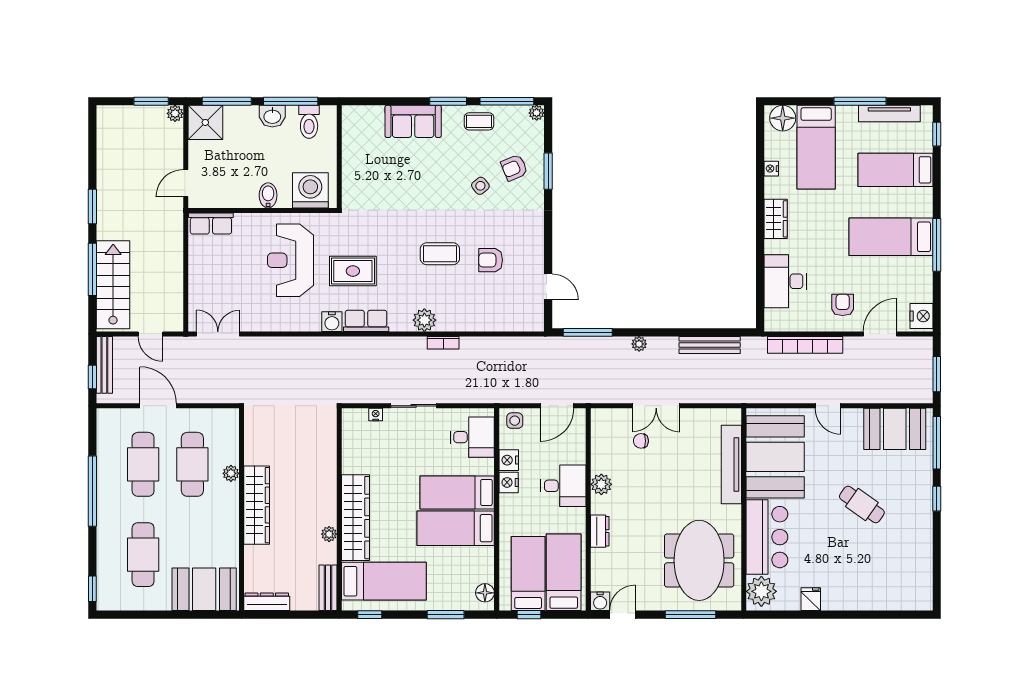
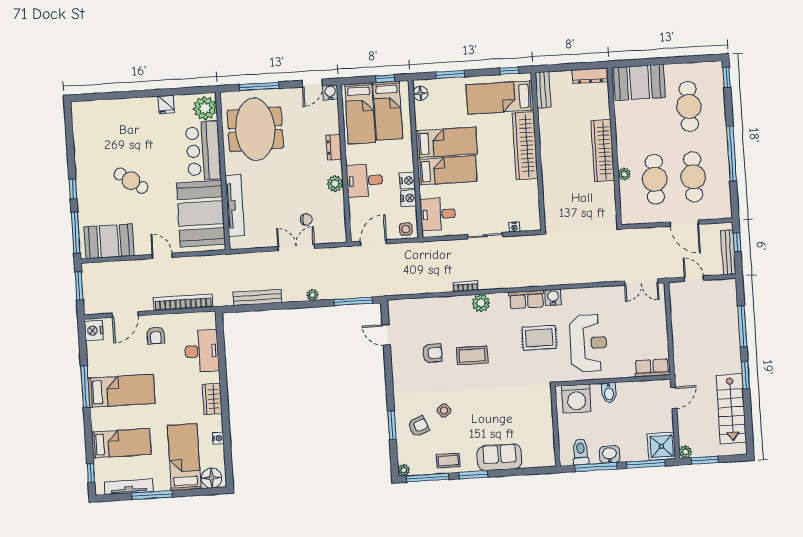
stairs: (113, 285) -> (731, 409), moved
plant: (329, 534) -> (545, 132), removed

